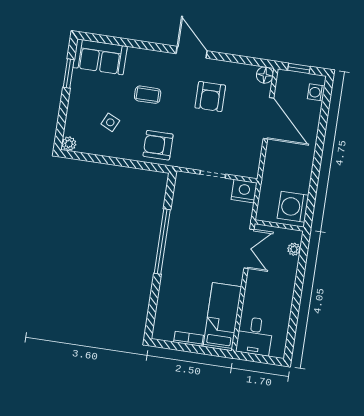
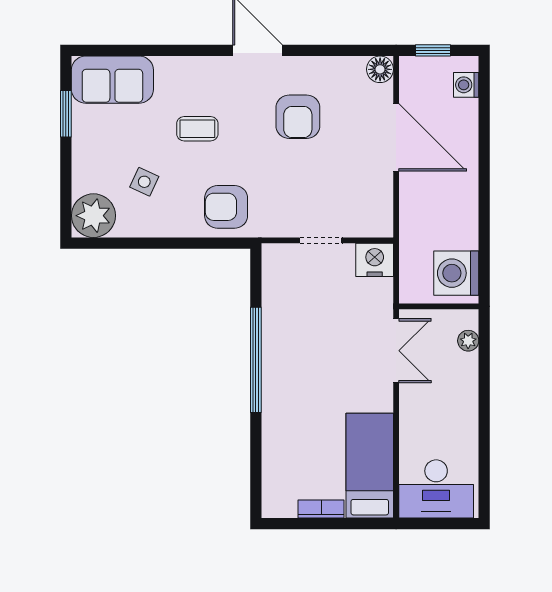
plant: (69, 144) -> (93, 216), width x1.87, depth x1.87
desk: (255, 336) -> (436, 489), width x1.37

